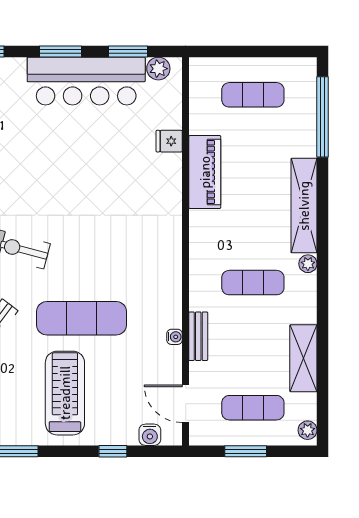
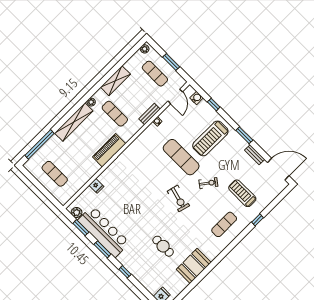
piano: (205, 172) -> (109, 150), moved
shelving: (303, 358) -> (115, 81), moved

